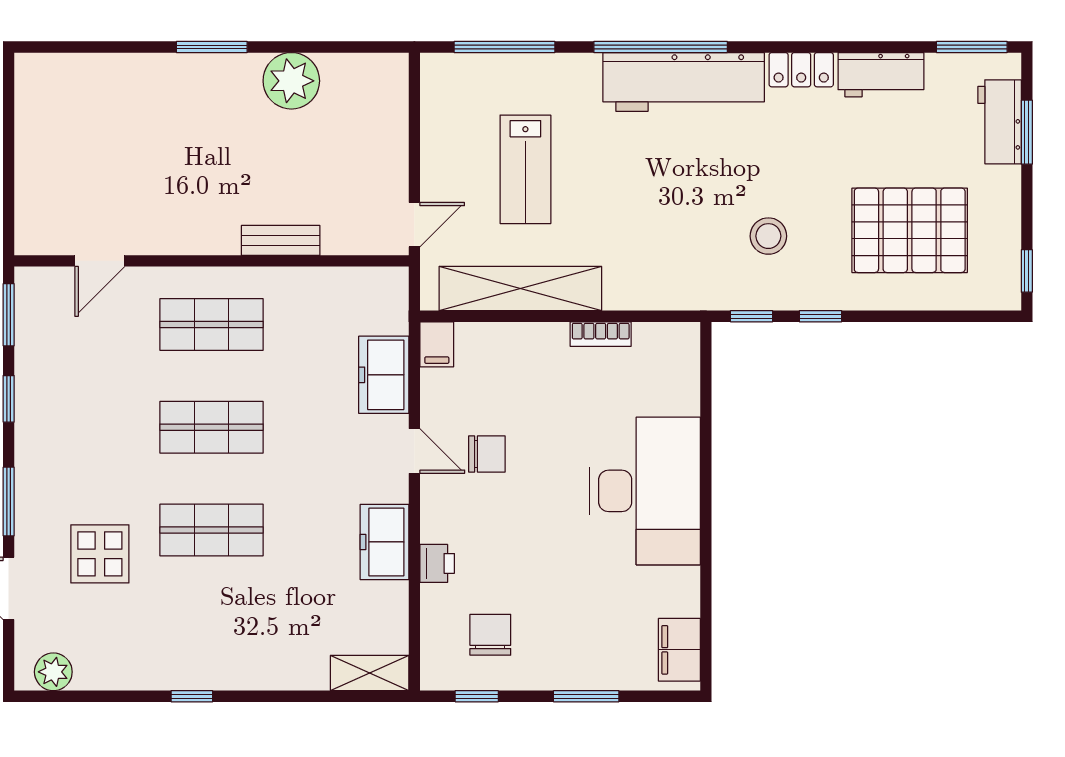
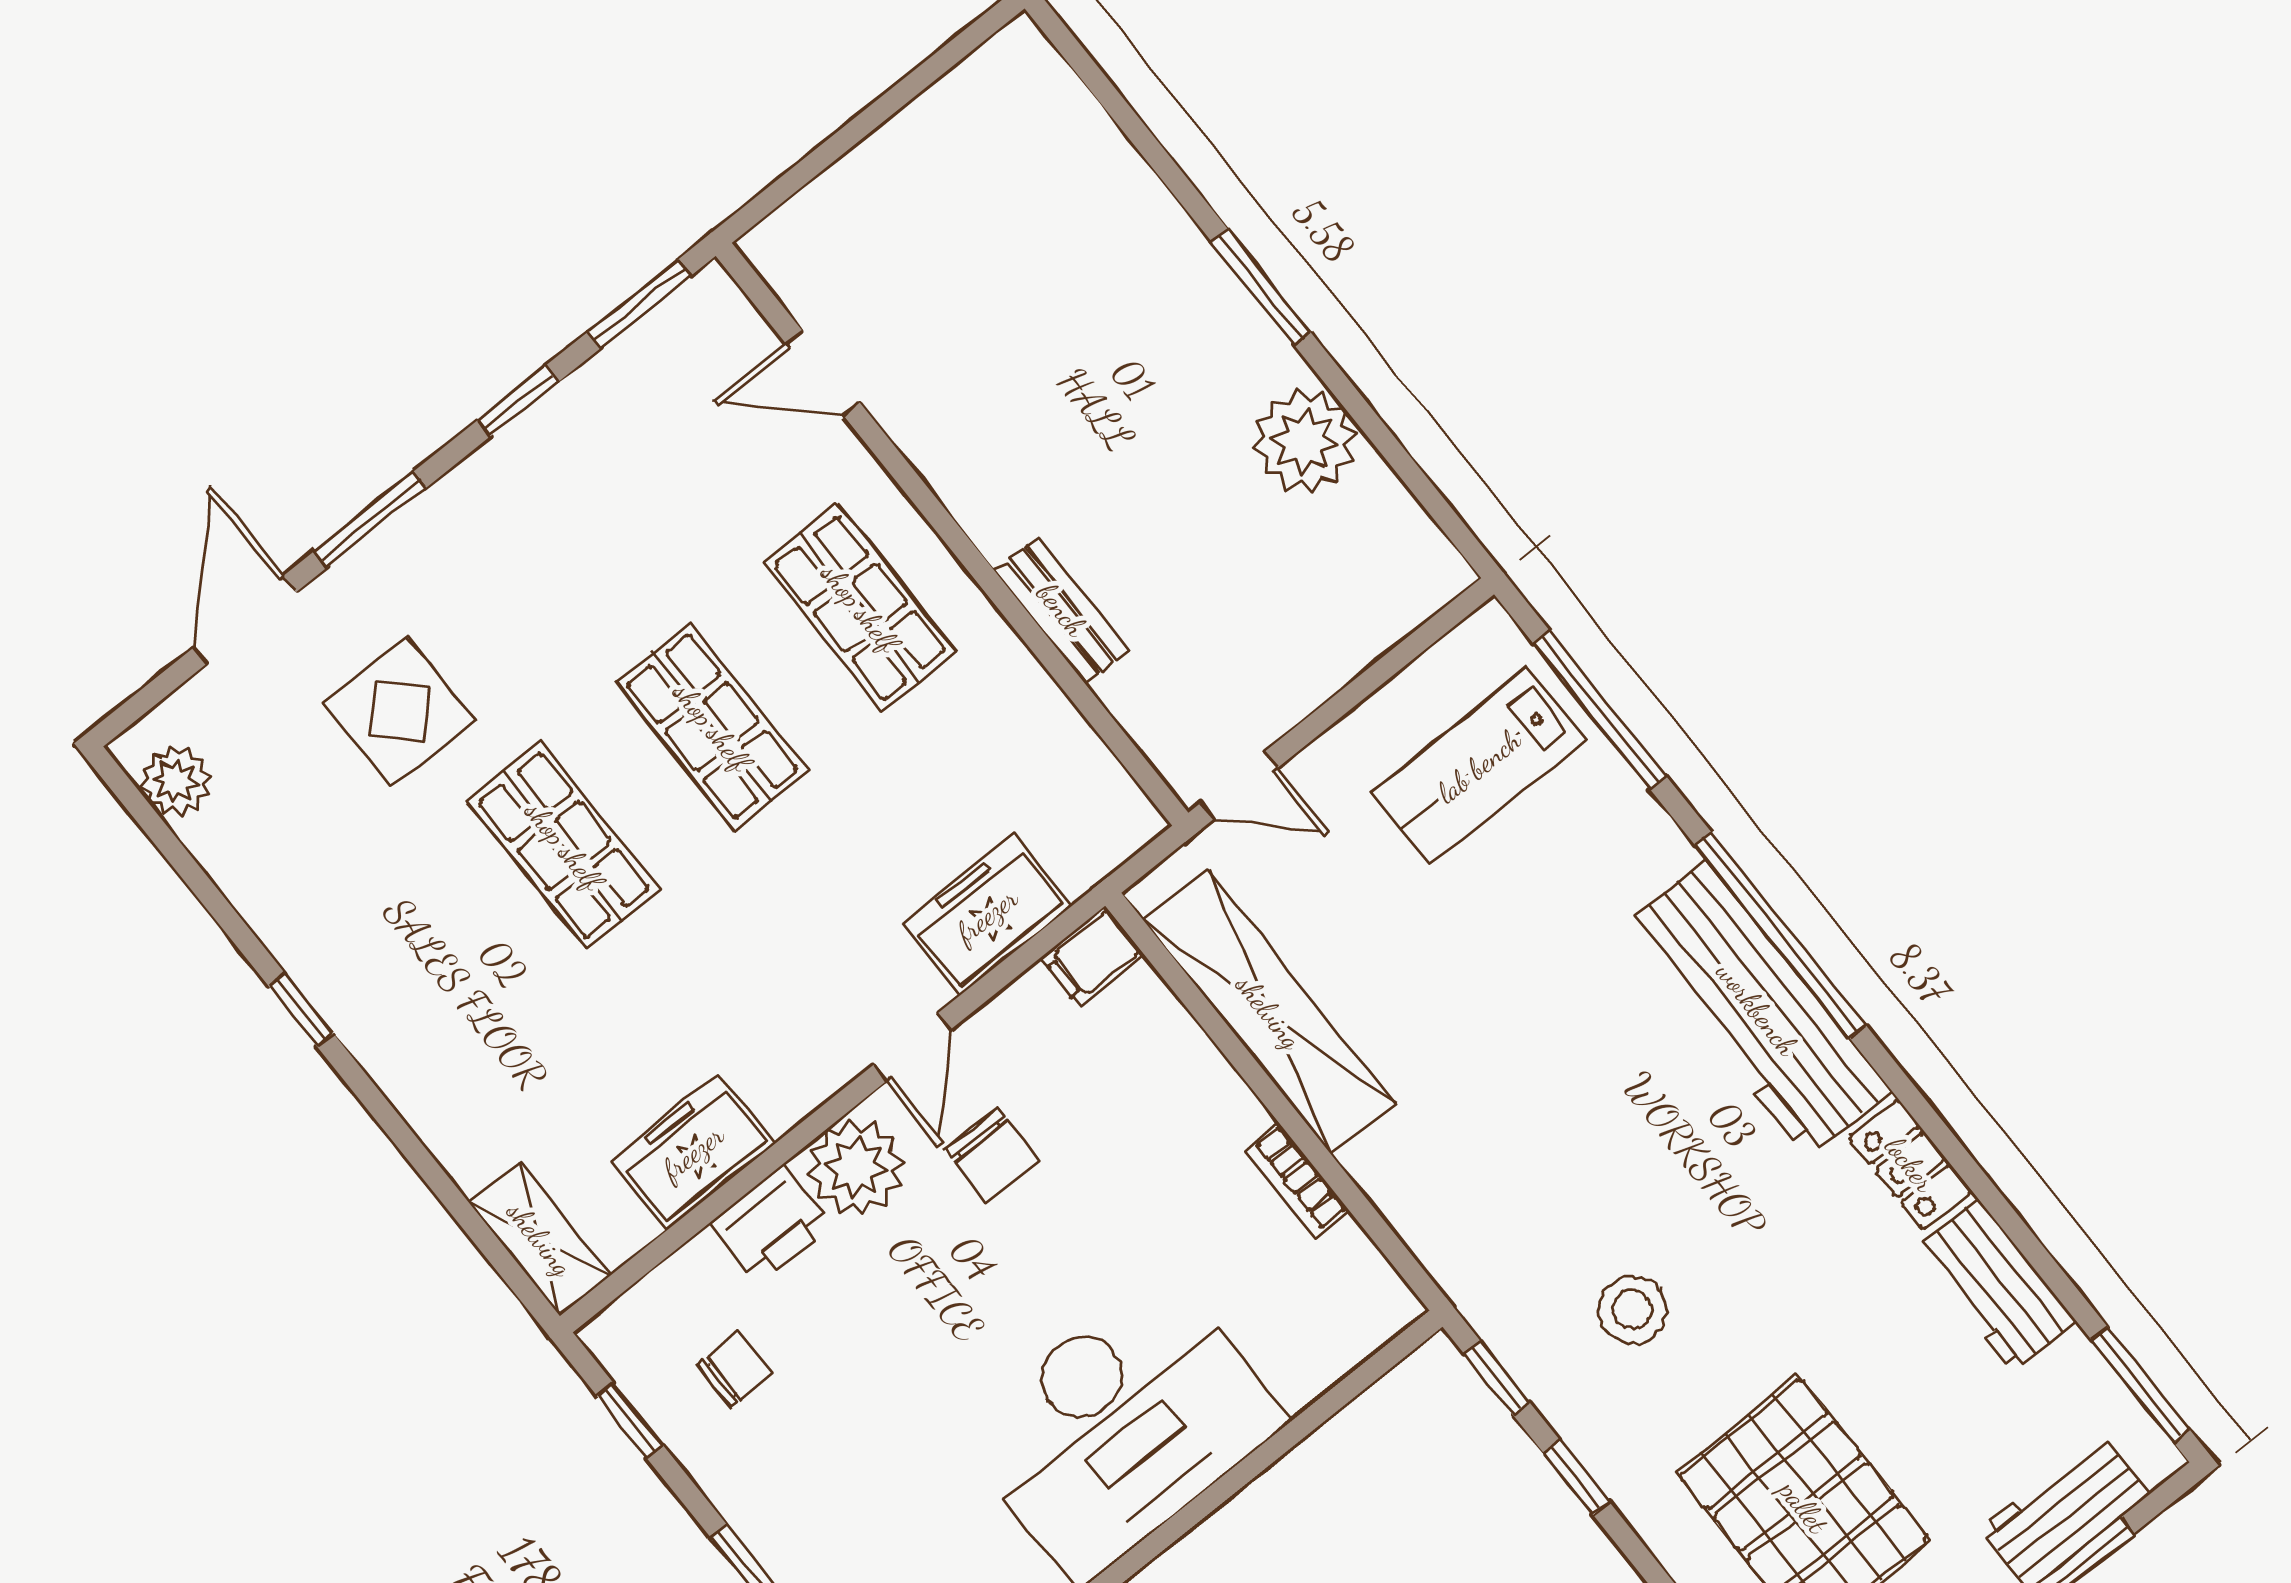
lab bench: (525, 169) -> (1479, 766), moved
plant: (446, 515) -> (856, 1167), added
freezer: (384, 542) -> (693, 1152), moved
printer: (437, 563) -> (771, 1224), width x1.36, depth x1.24
chair: (490, 635) -> (735, 1369), width x0.73, depth x0.73

